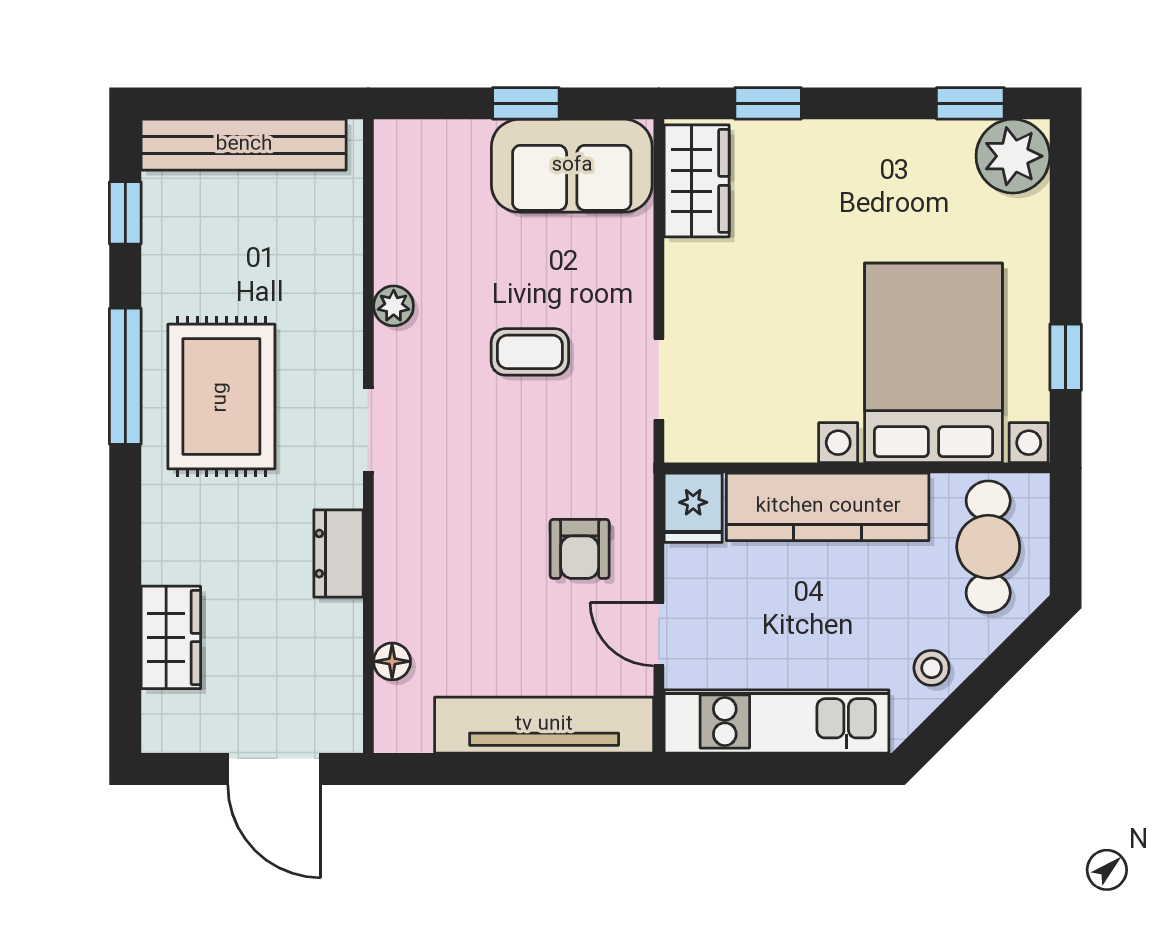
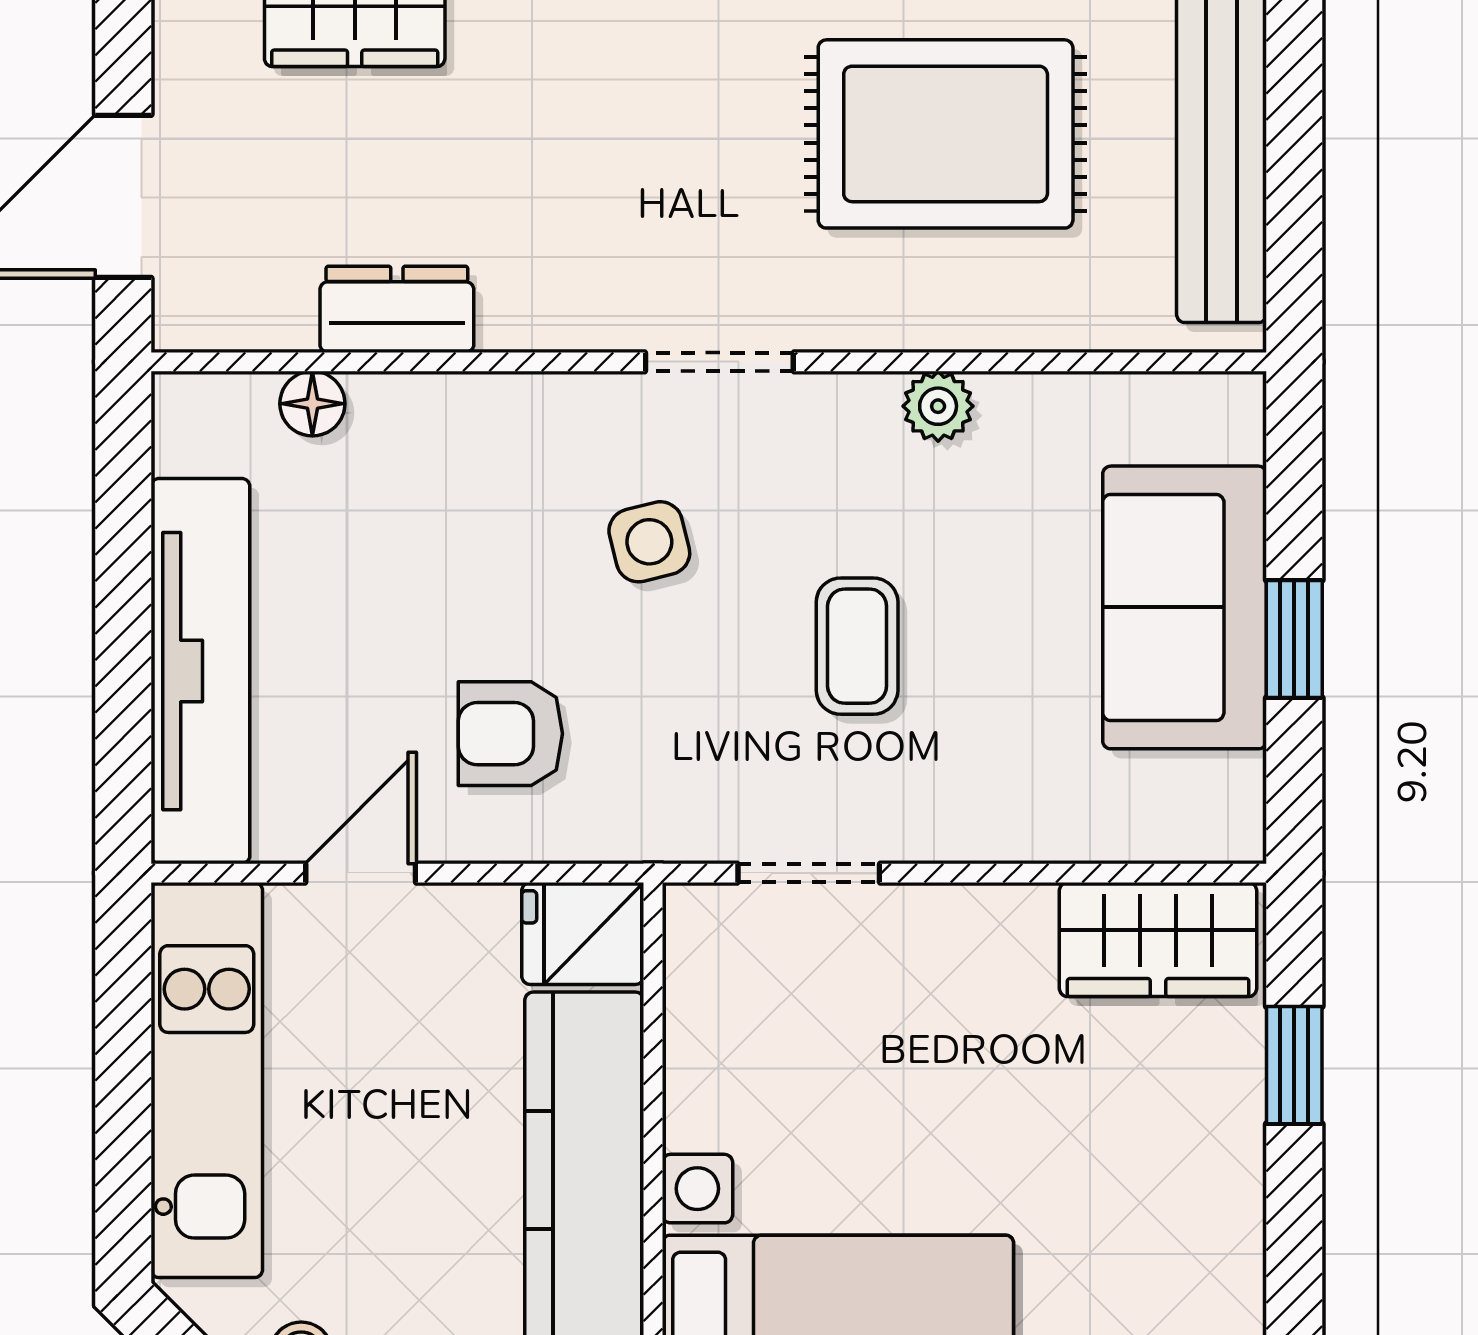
sofa: (572, 166) -> (1185, 607), moved
rug: (221, 397) -> (946, 134), moved
side table: (471, 470) -> (649, 542), added
dresser: (338, 554) -> (397, 309), moved

